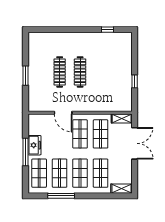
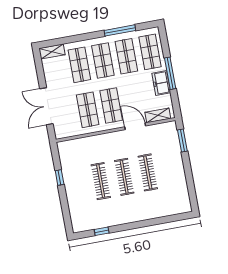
clothes rail: (101, 72) -> (101, 181), added
window: (26, 76) -> (182, 140), moved
shelving: (122, 118) -> (158, 115), moved

